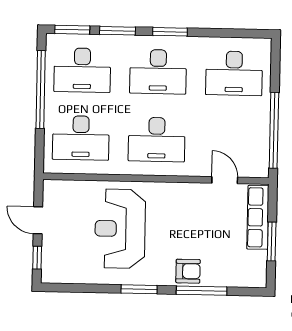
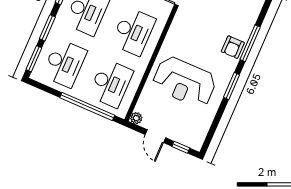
window: (41, 89) -> (87, 106), moved
plant: (51, 187) -> (136, 118), added
door: (38, 220) -> (155, 136), hinge flipped
armchair: (188, 271) -> (233, 47), turned 180

